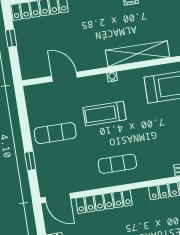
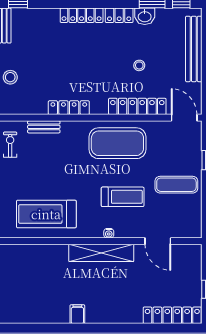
shelving: (138, 54) -> (101, 253), moved
exercise mat: (117, 164) -> (117, 143), width x2.00, depth x1.45

